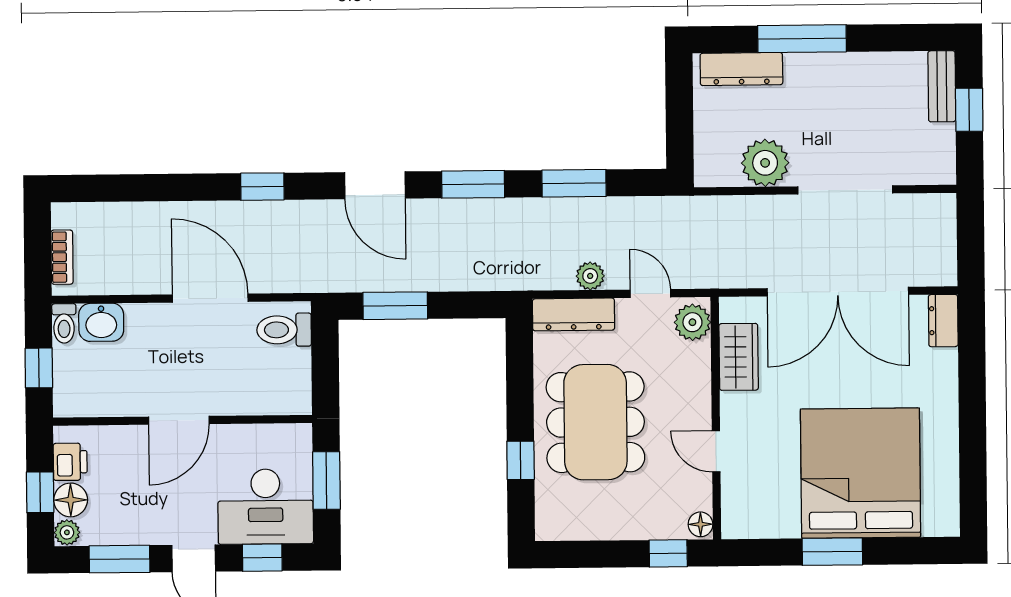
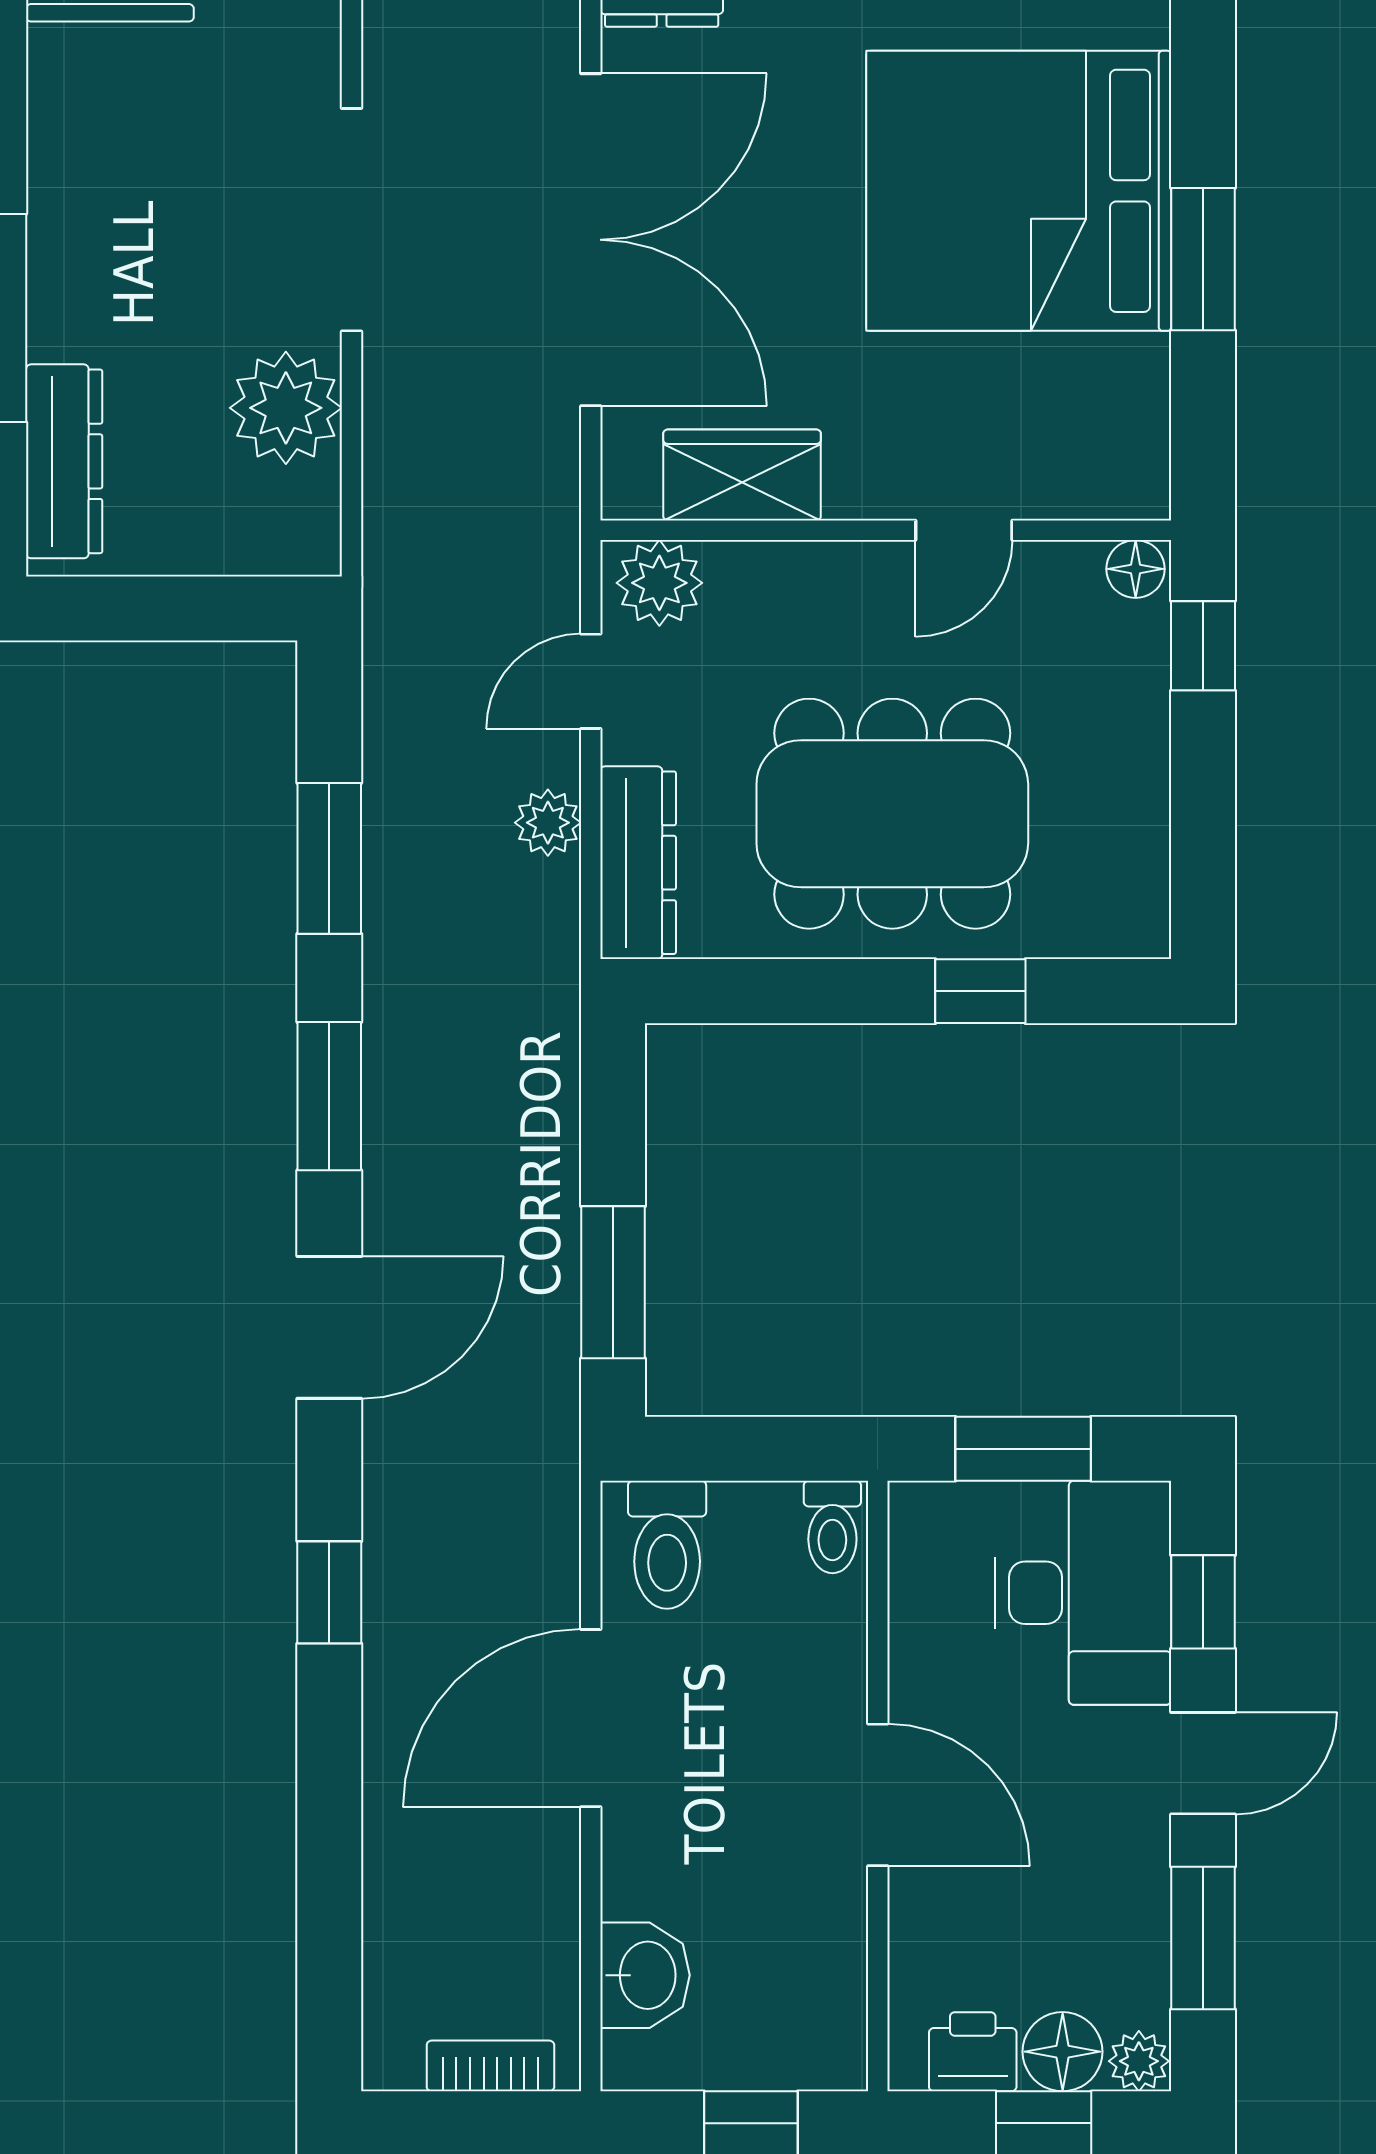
toilet: (64, 323) -> (832, 1527), moved, turned 90

